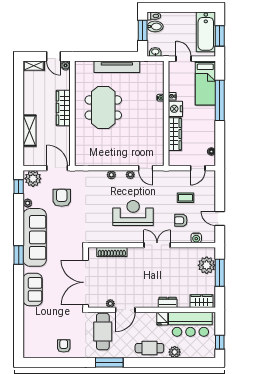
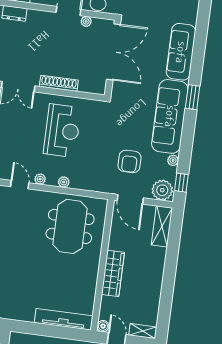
tv unit: (117, 67) -> (64, 319), moved
meeting table: (103, 108) -> (70, 226), moved
shelving: (30, 131) -> (162, 226), moved
reception desk: (133, 213) -> (62, 131), moved, turned -90
shoe rack: (112, 252) -> (59, 83), moved
sofa: (33, 289) -> (181, 52), width x1.36

